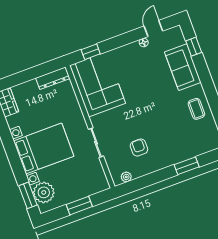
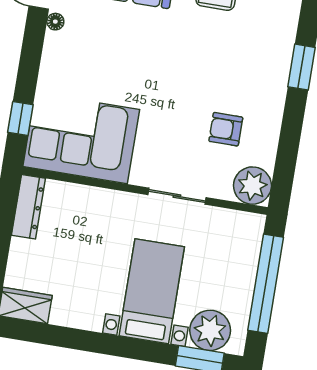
bed with nightstands: (44, 149) -> (152, 291), width x0.73
plant: (126, 177) -> (252, 186), width x1.88, depth x1.88
window: (79, 206) -> (266, 284), width x2.11

